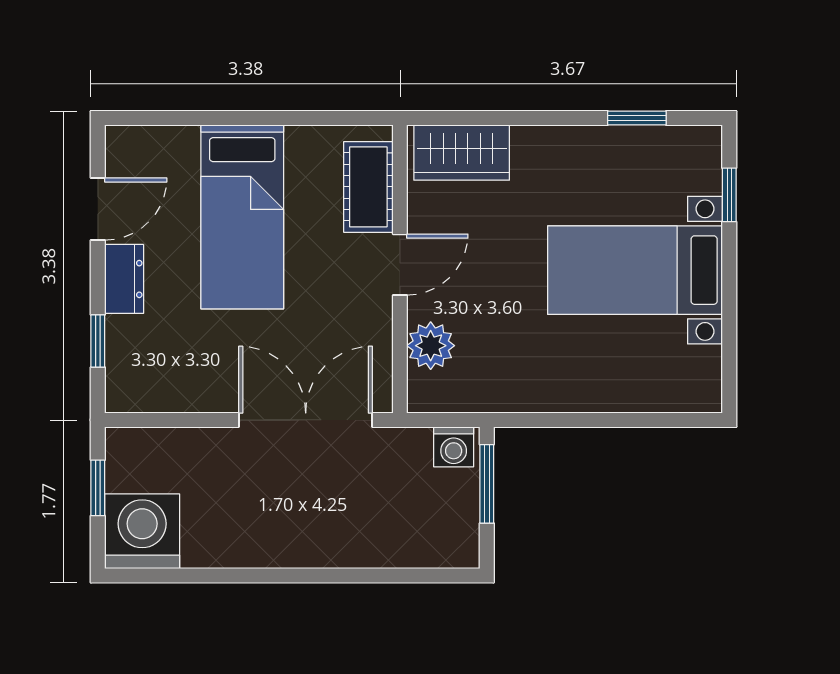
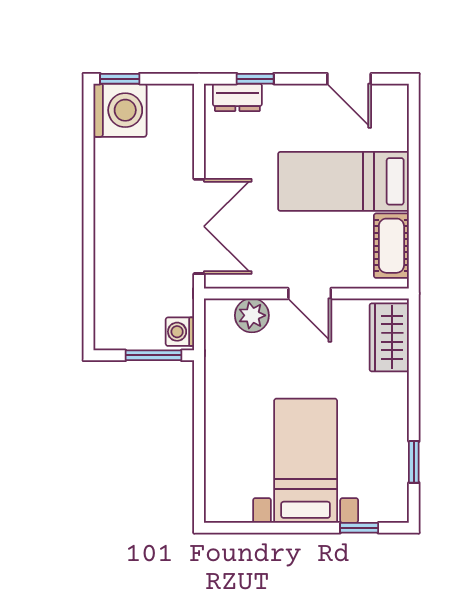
cot: (368, 187) -> (391, 246), moved, turned 90
dresser: (124, 279) -> (237, 97), moved
window: (98, 488) -> (120, 79), moved

